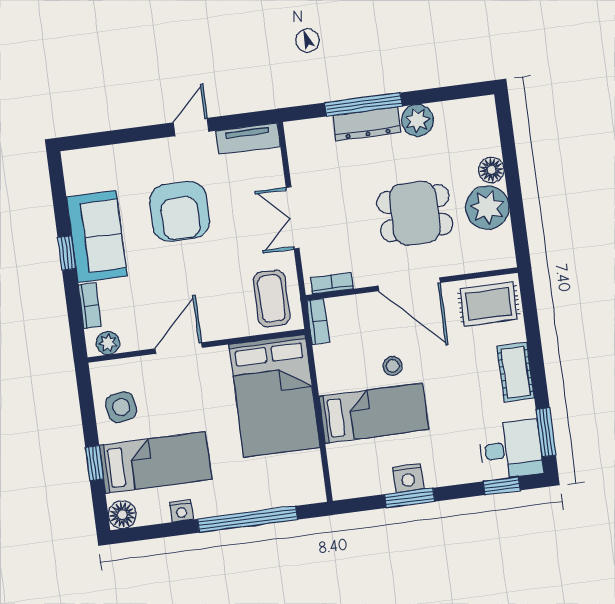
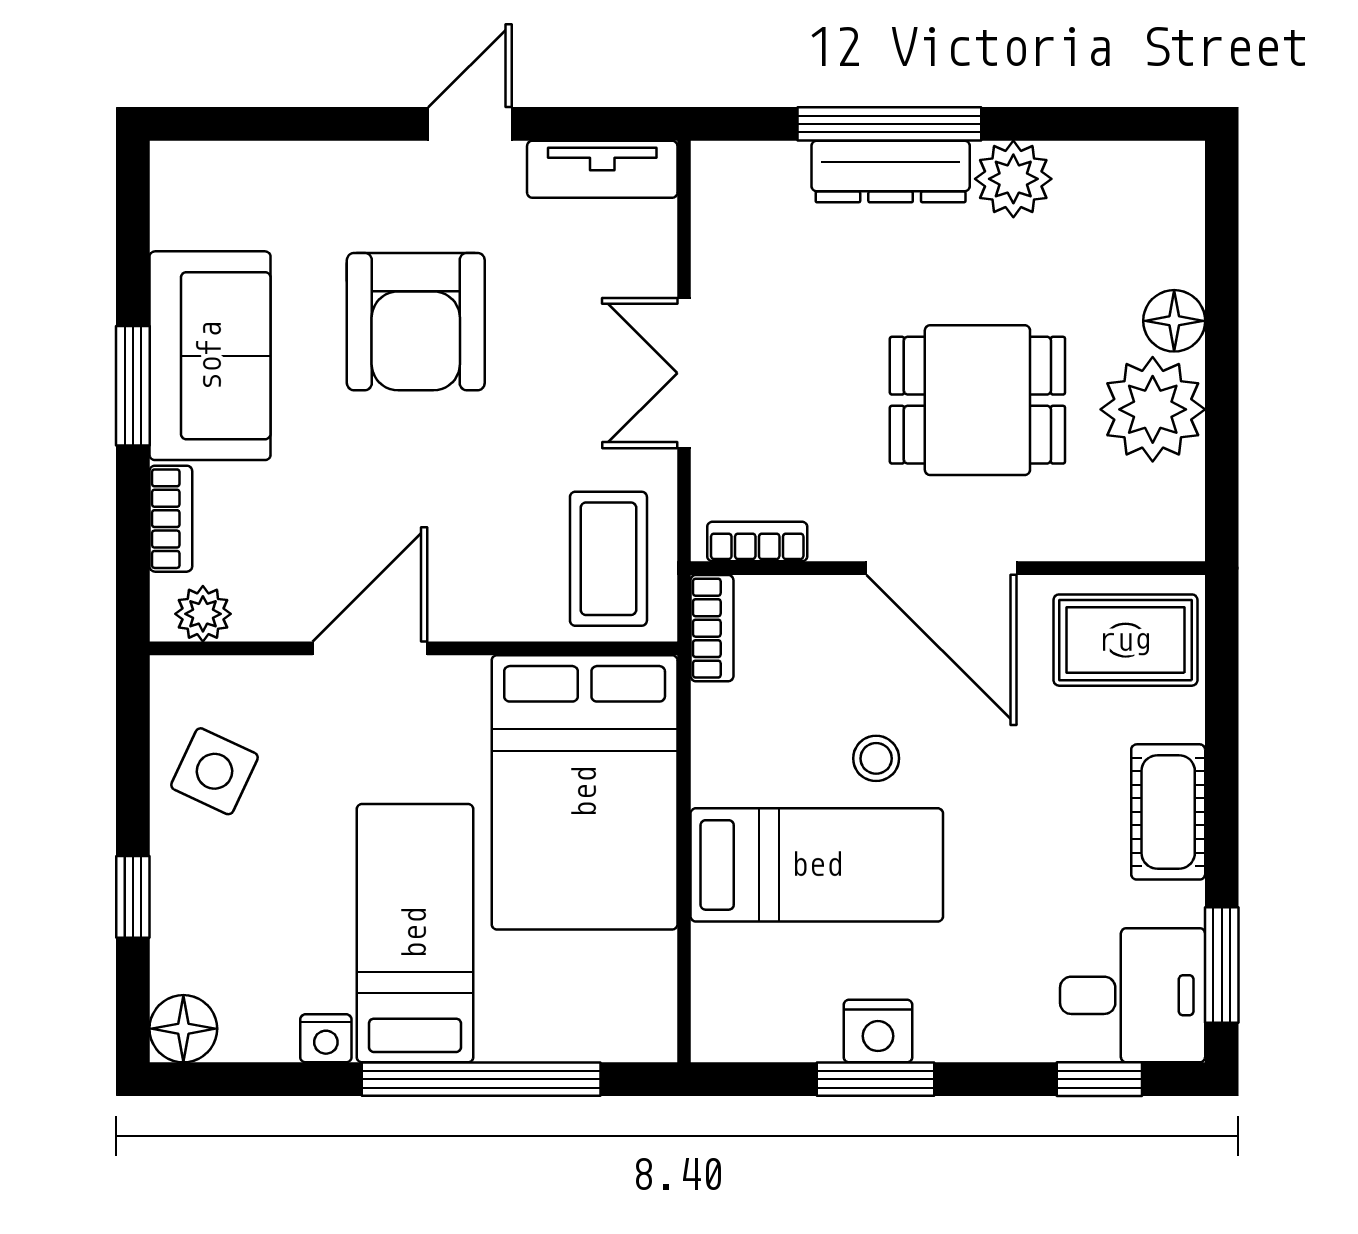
window: (67, 253) -> (133, 386), width x1.50
side table: (121, 407) -> (214, 771), turned 34
bed: (155, 462) -> (415, 933), moved, turned -90

